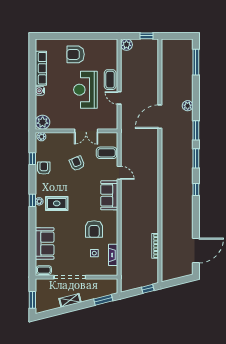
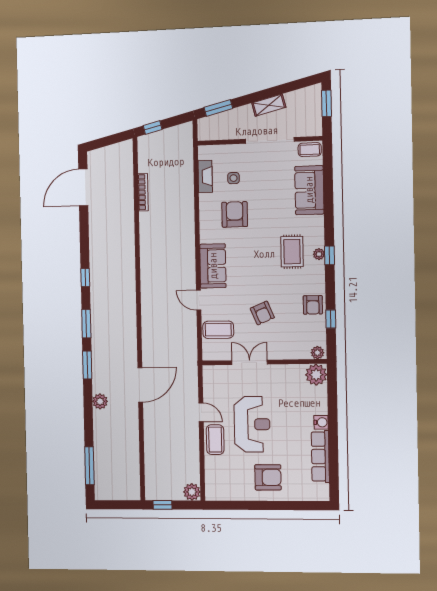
rug: (57, 203) -> (292, 252), turned 90

